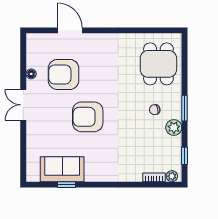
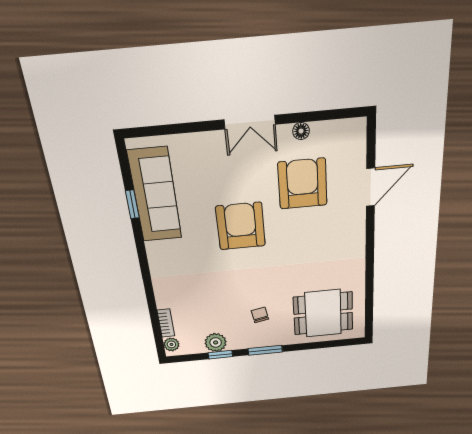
double door: (23, 105) -> (250, 122), swing flipped
plant: (174, 127) -> (216, 342), moved
window: (185, 156) -> (220, 355), moved
sofa: (62, 169) -> (155, 195), width x1.36

